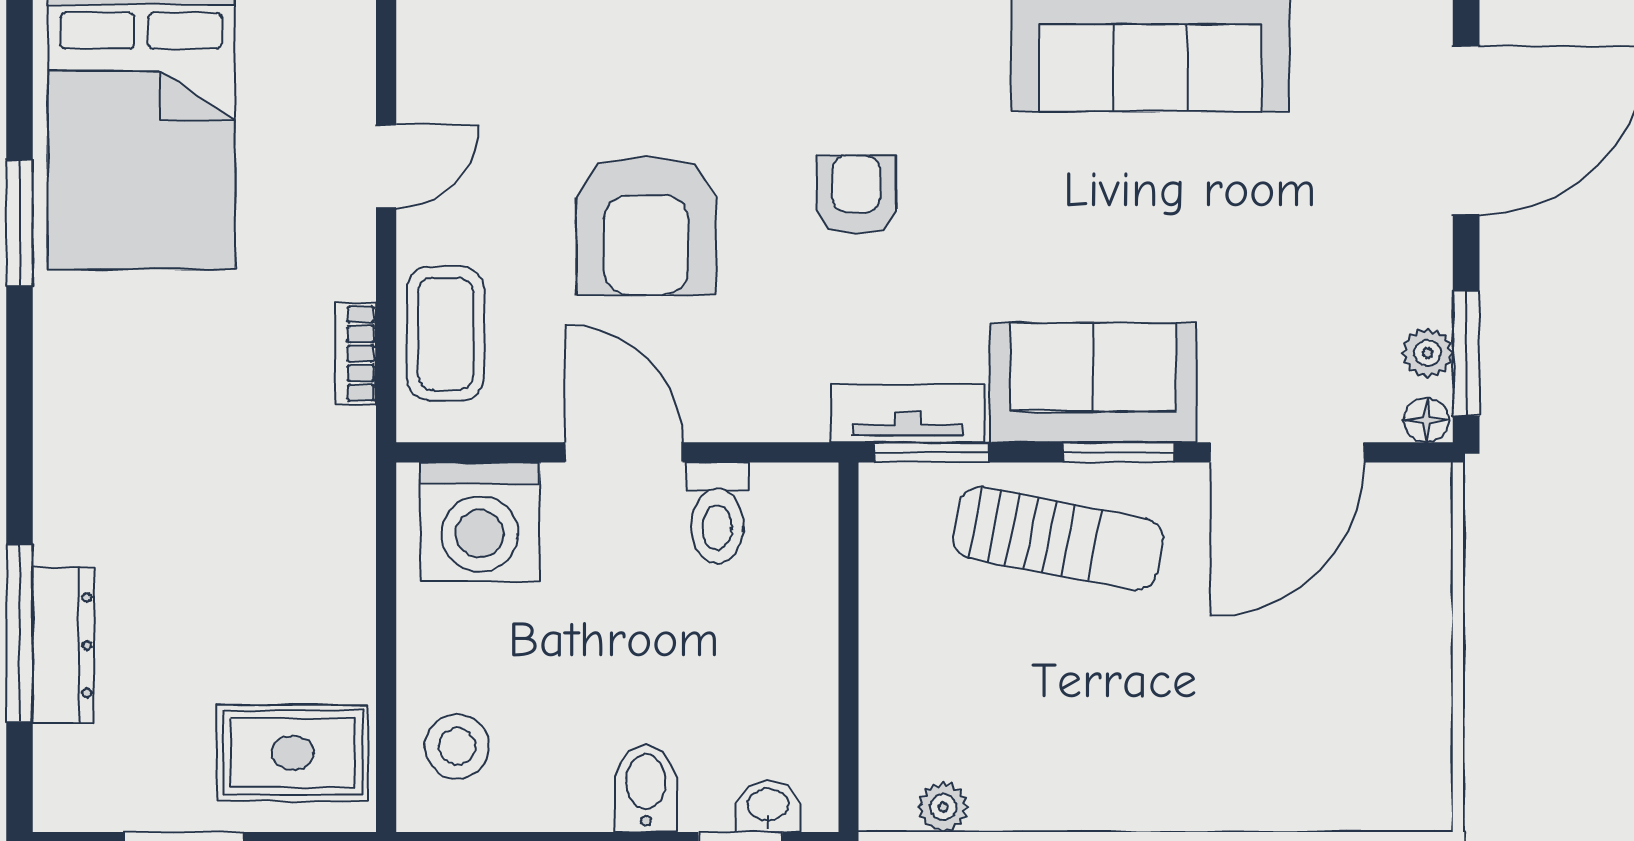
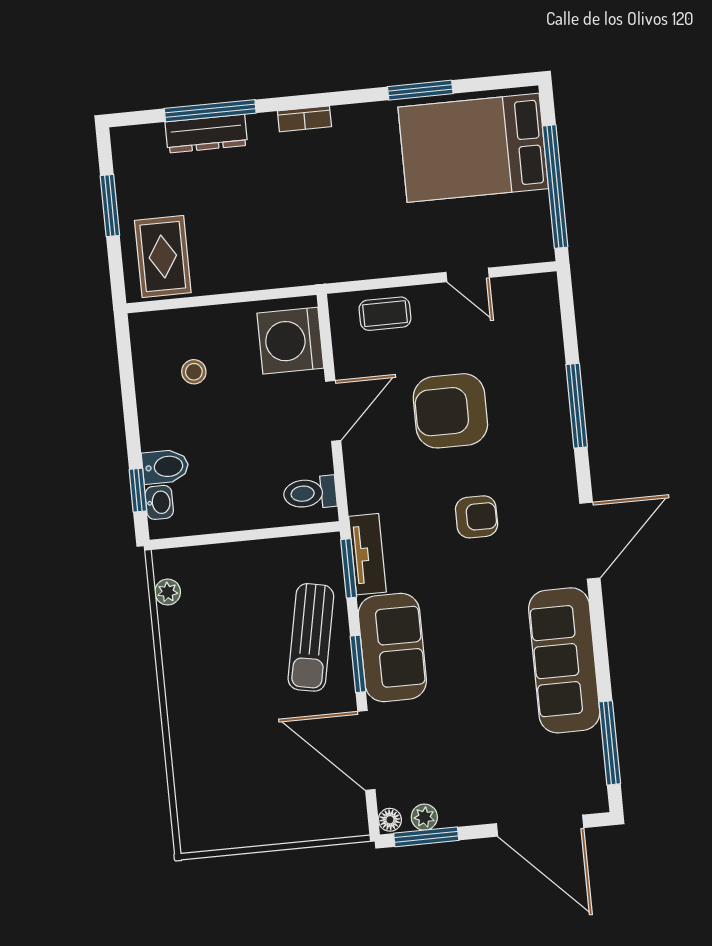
coffee table: (446, 334) -> (385, 314), width x0.73, depth x0.77
bookcase: (356, 353) -> (304, 119), moved, turned 180
toilet: (717, 513) -> (310, 493), moved
stool: (457, 746) -> (194, 372), moved, width x0.73, depth x0.73
bidet: (646, 788) -> (165, 467), moved

